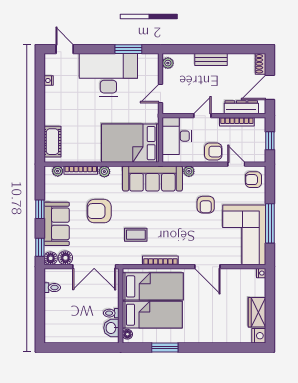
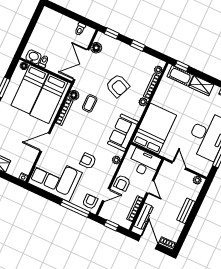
wardrobe: (52, 111) -> (201, 86), added
window: (40, 145) -> (182, 66), added
sofa: (152, 178) -> (123, 133), width x0.73
armchair: (99, 211) -> (118, 86), turned 113
window: (270, 223) -> (75, 208), moved
sofa: (57, 224) -> (122, 53), removed
floor lamp: (51, 258) -> (74, 95), moved

